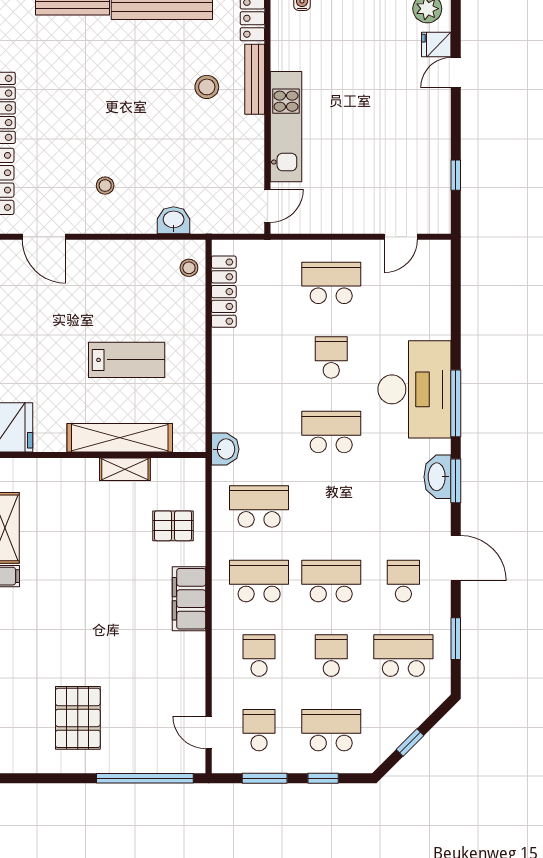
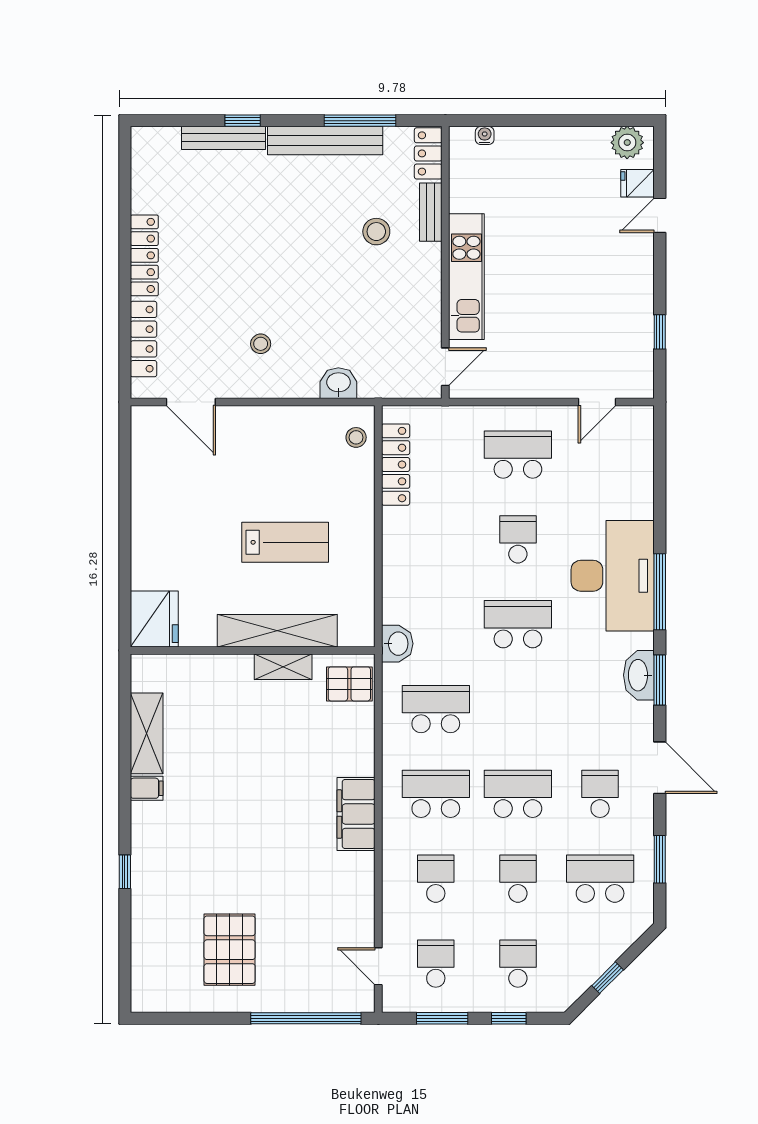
bench: (255, 79) -> (431, 212), width x0.73
pallet: (173, 526) -> (349, 684), moved
school desk: (331, 730) -> (518, 964), width x0.54

